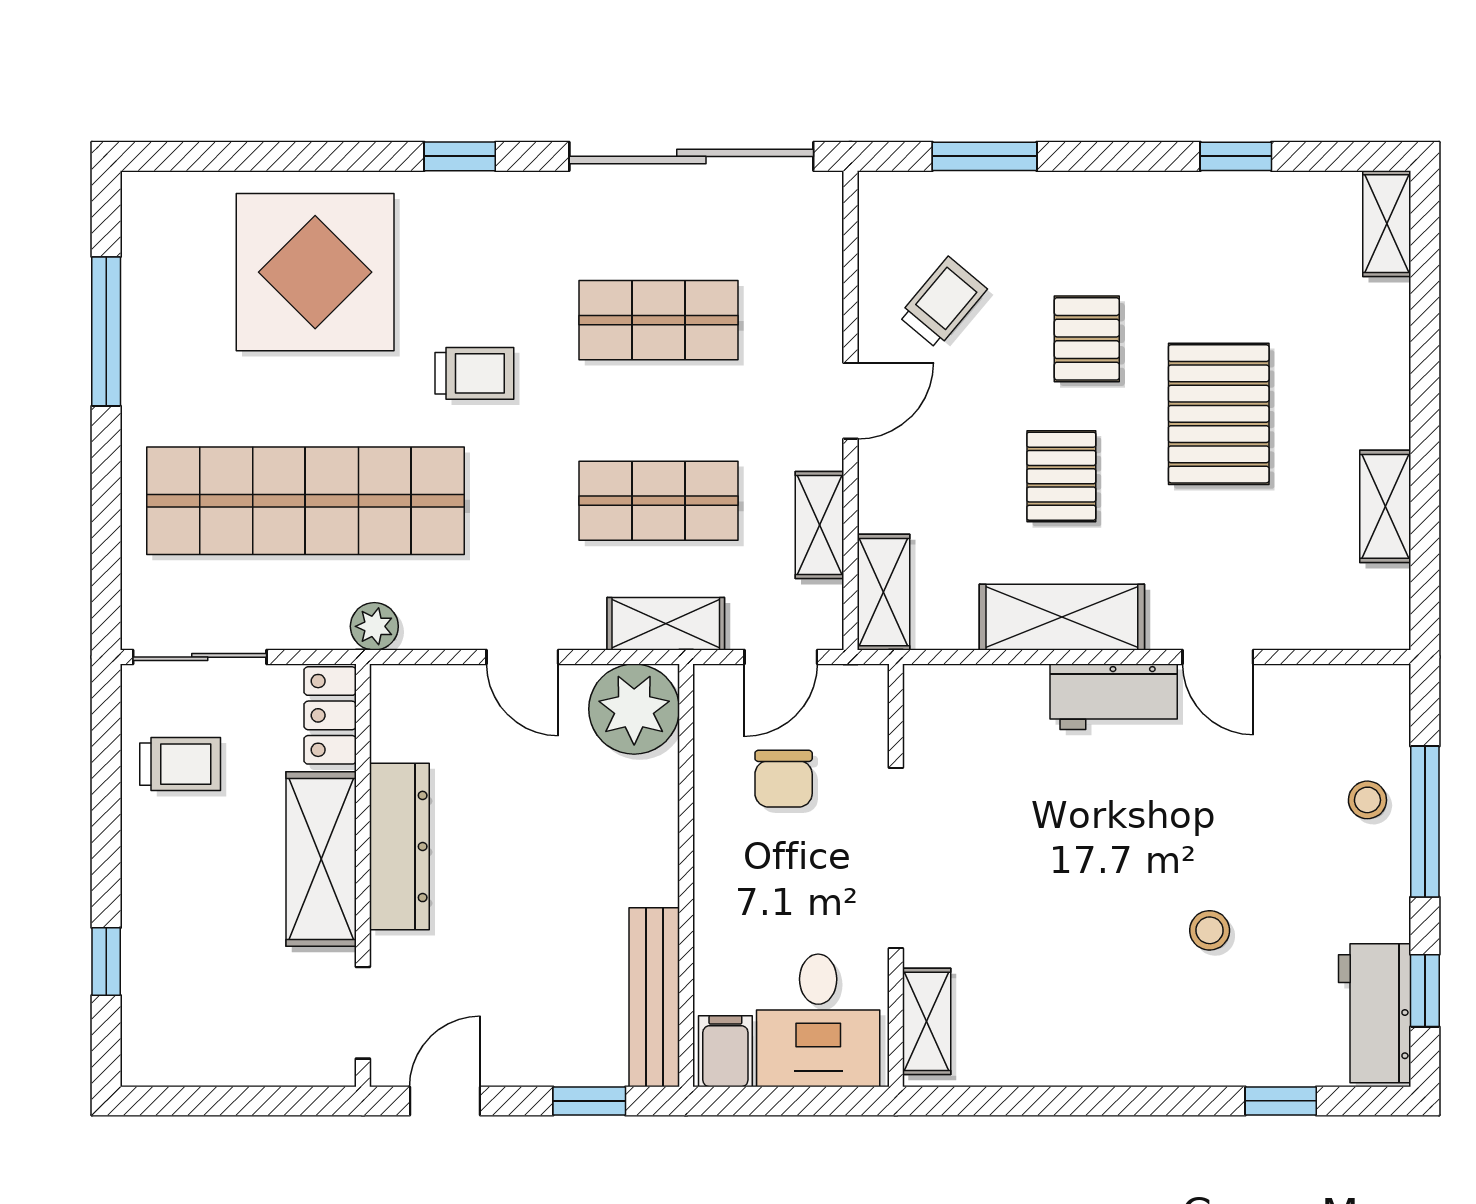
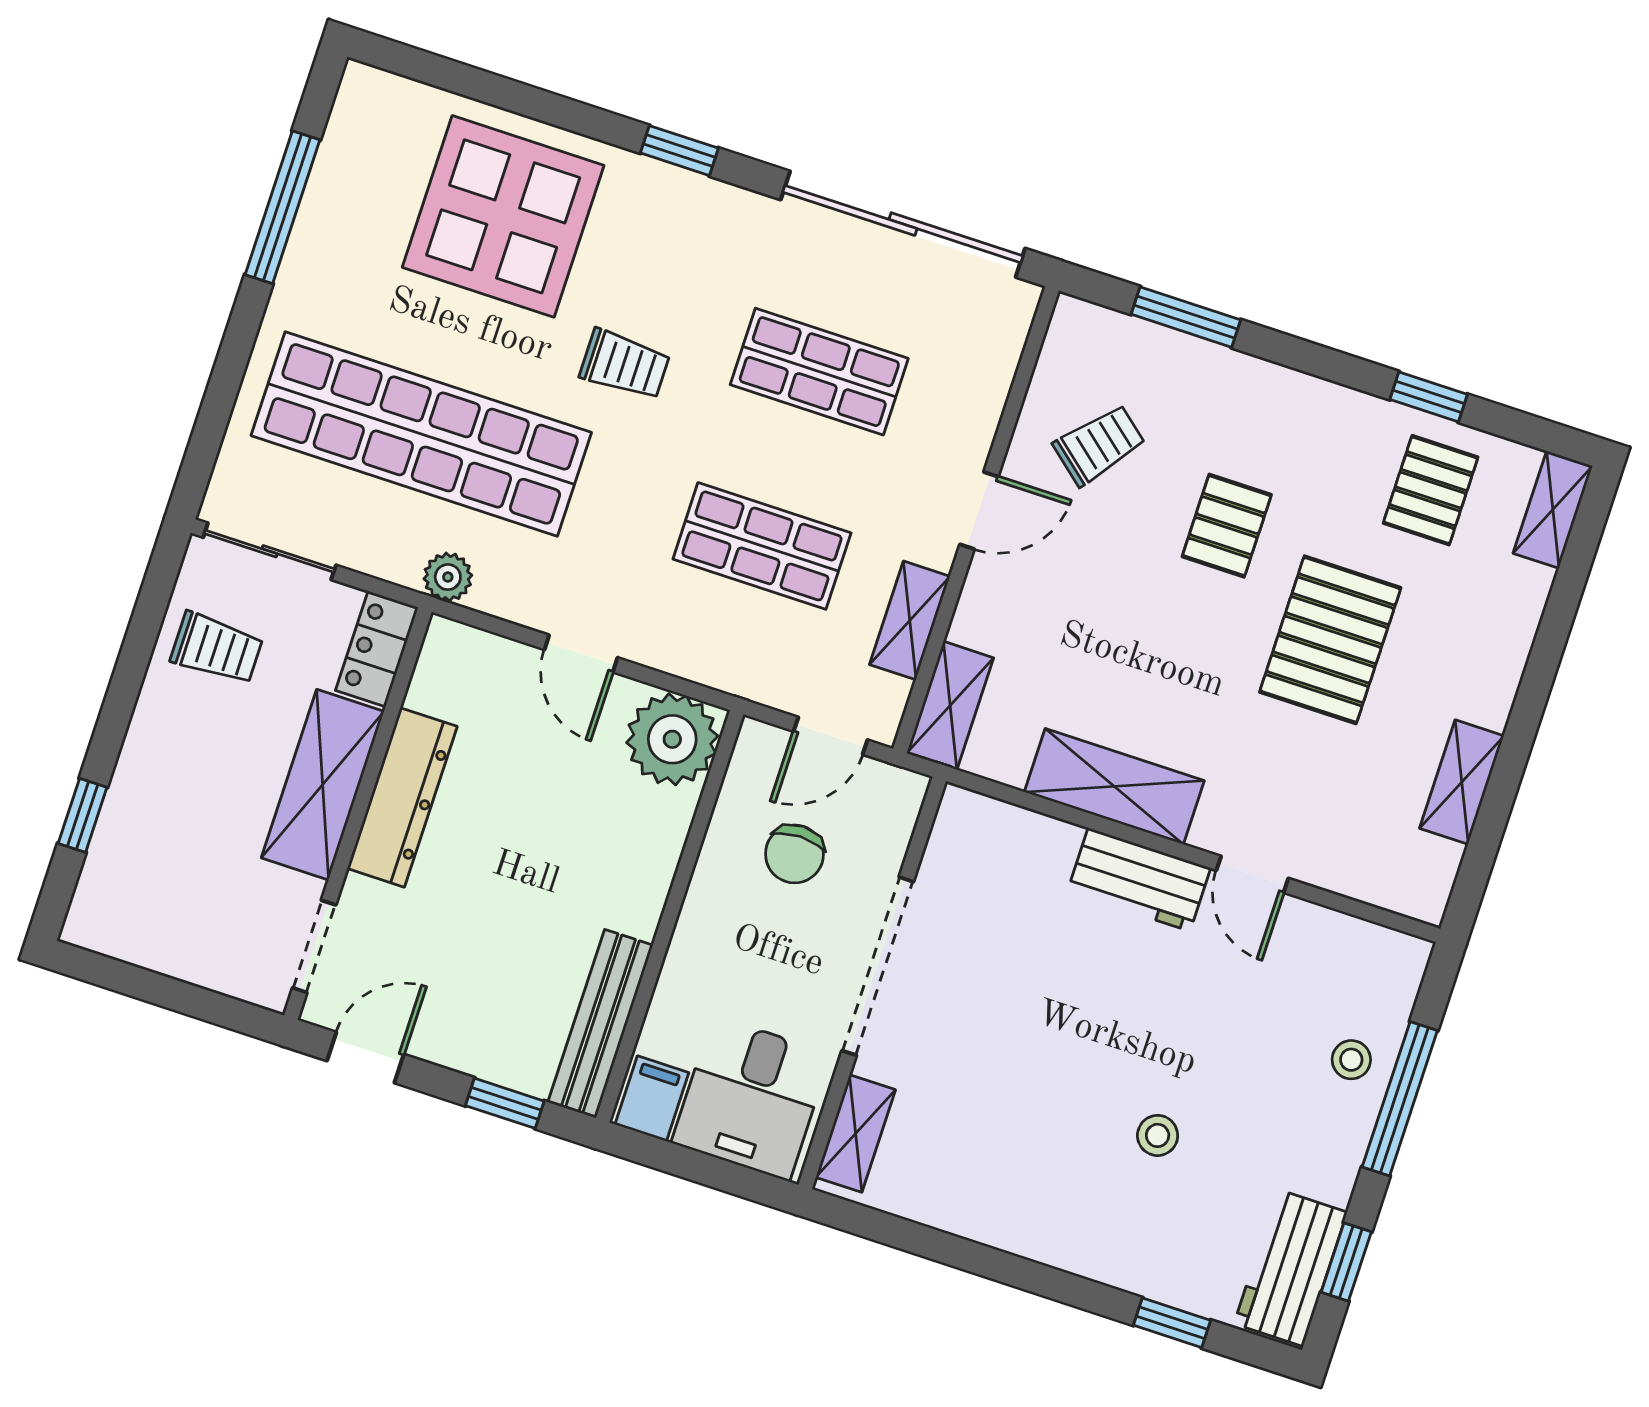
pallet: (1061, 476) -> (1431, 490), moved
shelving: (666, 624) -> (730, 667), removed

